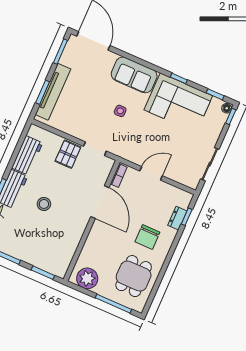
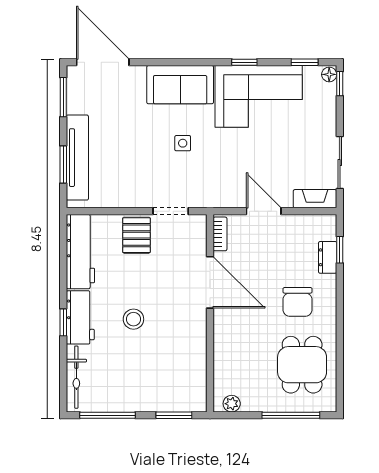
workbench: (27, 155) -> (80, 252), width x1.38
door: (151, 173) -> (264, 211), hinge flipped
fireplace: (185, 179) -> (315, 199), added
plant: (87, 278) -> (232, 404), width x0.53, depth x0.53

